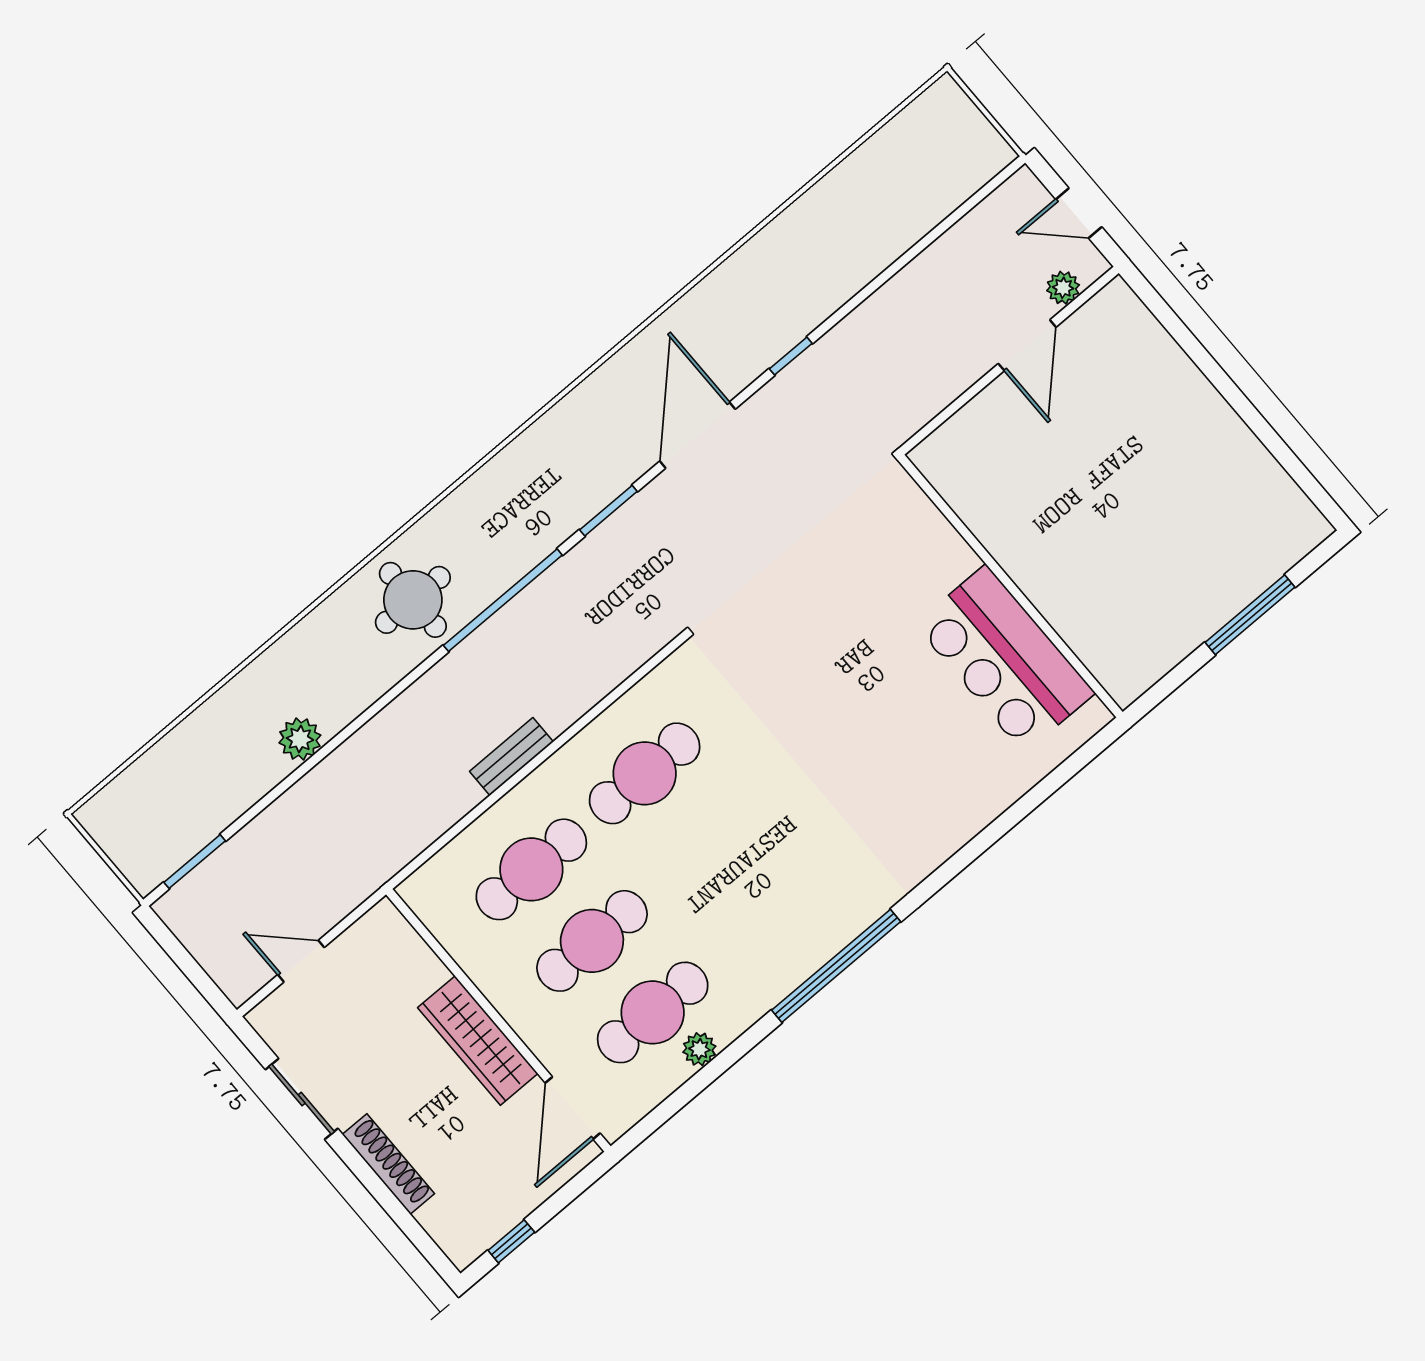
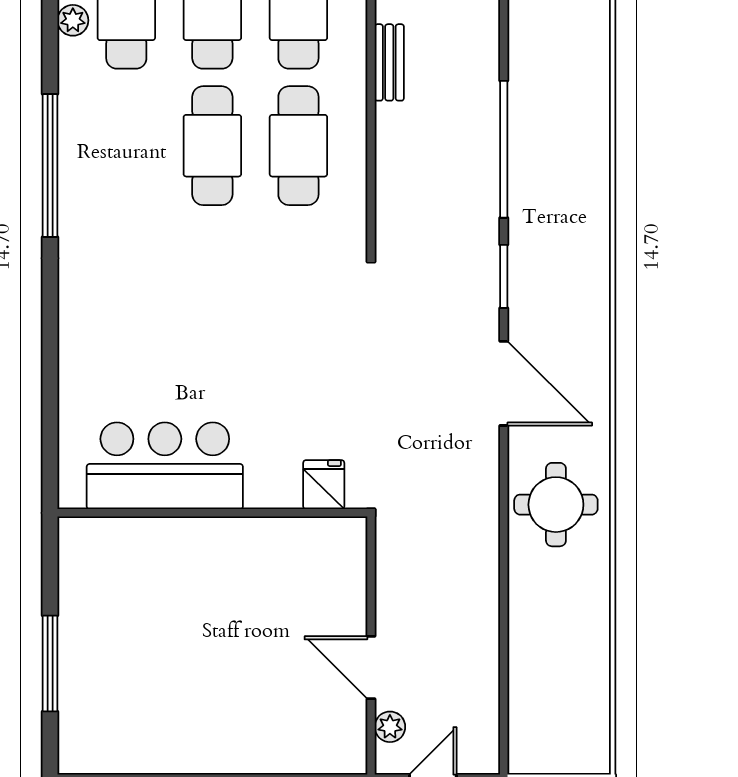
window: (791, 356) -> (504, 496), removed
fridge: (908, 513) -> (324, 485), added
round table: (413, 600) -> (556, 505), moved
cafe table: (705, 845) -> (212, 146), added

